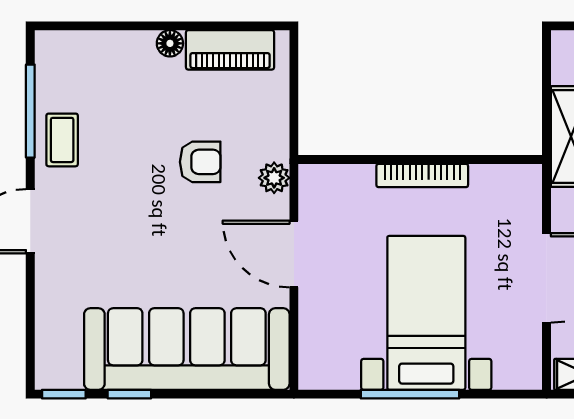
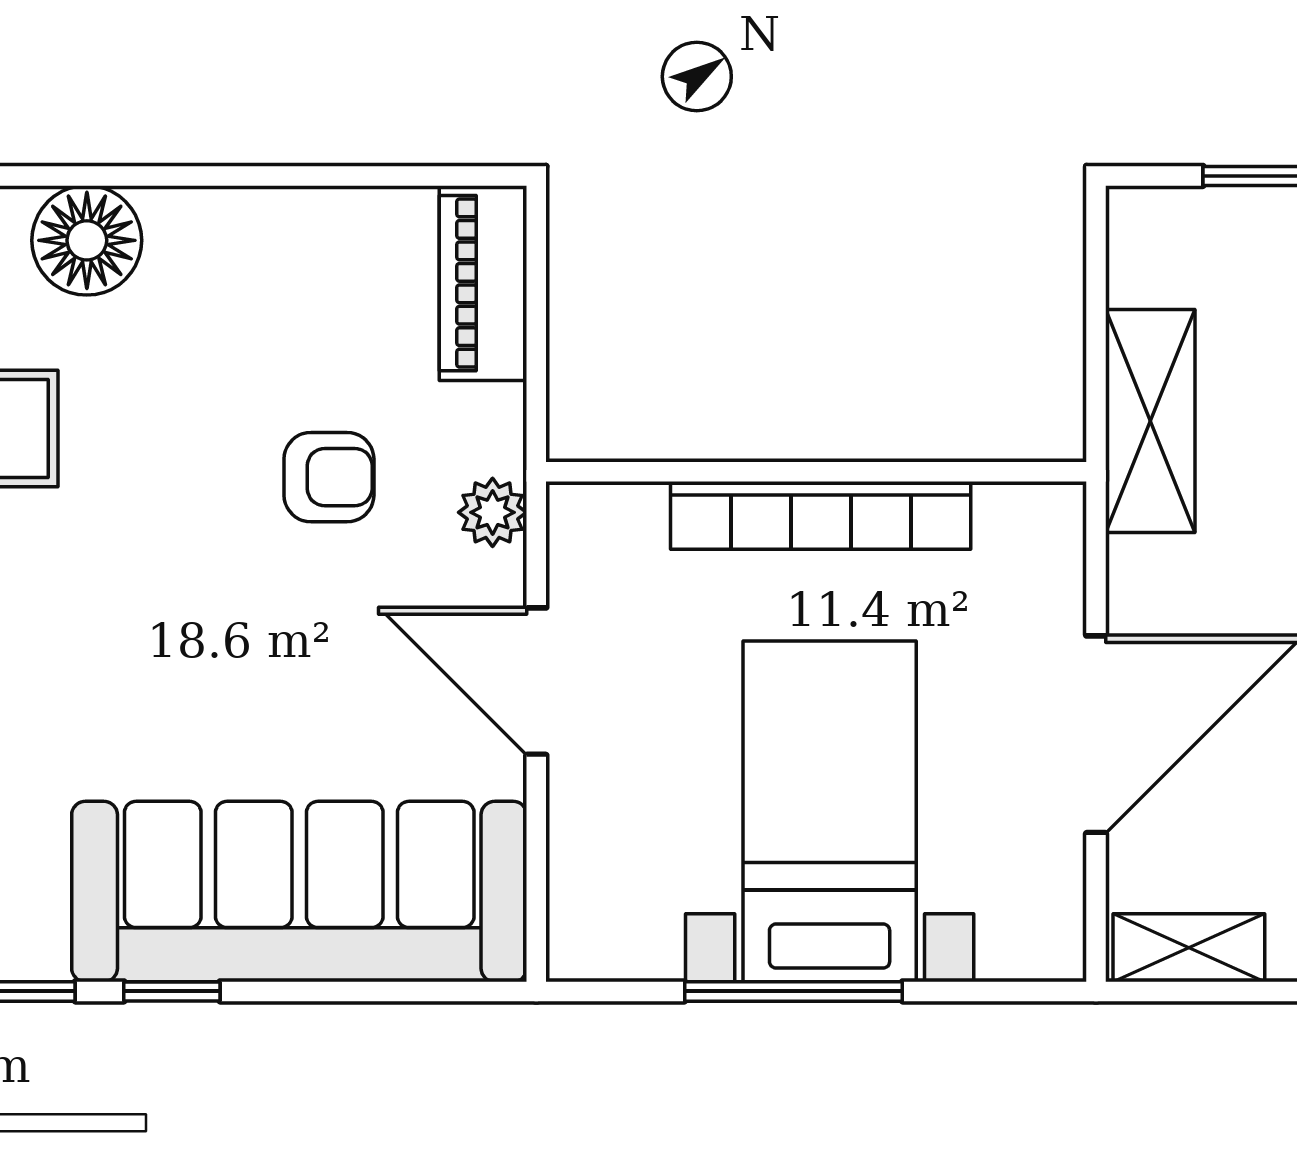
floor lamp: (170, 43) -> (87, 240), moved, width x1.89, depth x1.89
piano: (230, 50) -> (483, 283), moved, turned 90
bookcase: (422, 175) -> (821, 515), width x1.48, depth x1.31

